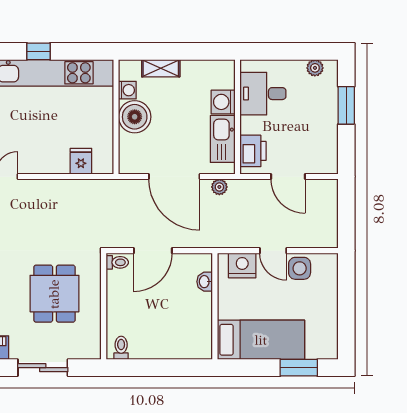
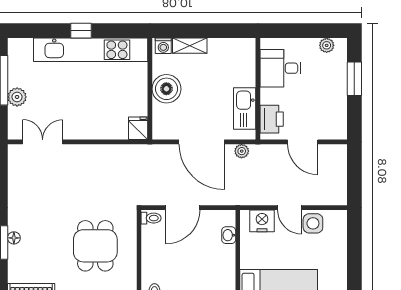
washing machine: (127, 90) -> (163, 46), moved, turned 90
washing machine: (223, 102) -> (245, 76), removed
fridge: (81, 161) -> (138, 128), moved

